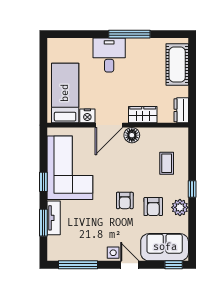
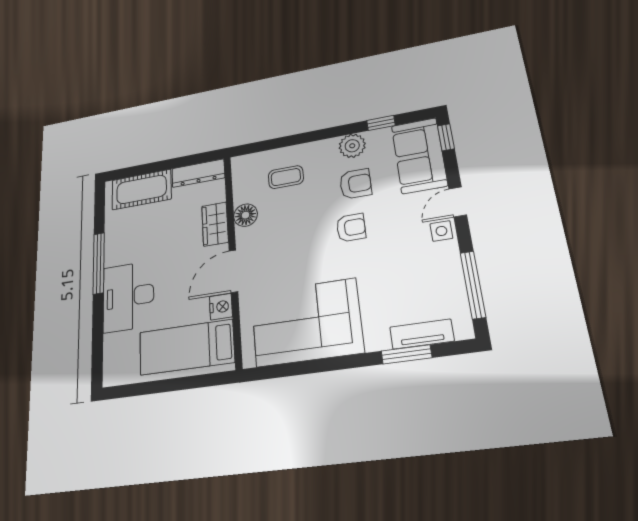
desk: (109, 55) -> (128, 297), width x1.37
dresser: (181, 110) -> (198, 173), width x1.44
door: (109, 125) -> (233, 271), swing flipped
floor lamp: (132, 135) -> (246, 215), moved
window: (43, 182) -> (335, 364), removed
window: (192, 189) -> (381, 123), moved
tv unit: (54, 218) -> (422, 334), moved

